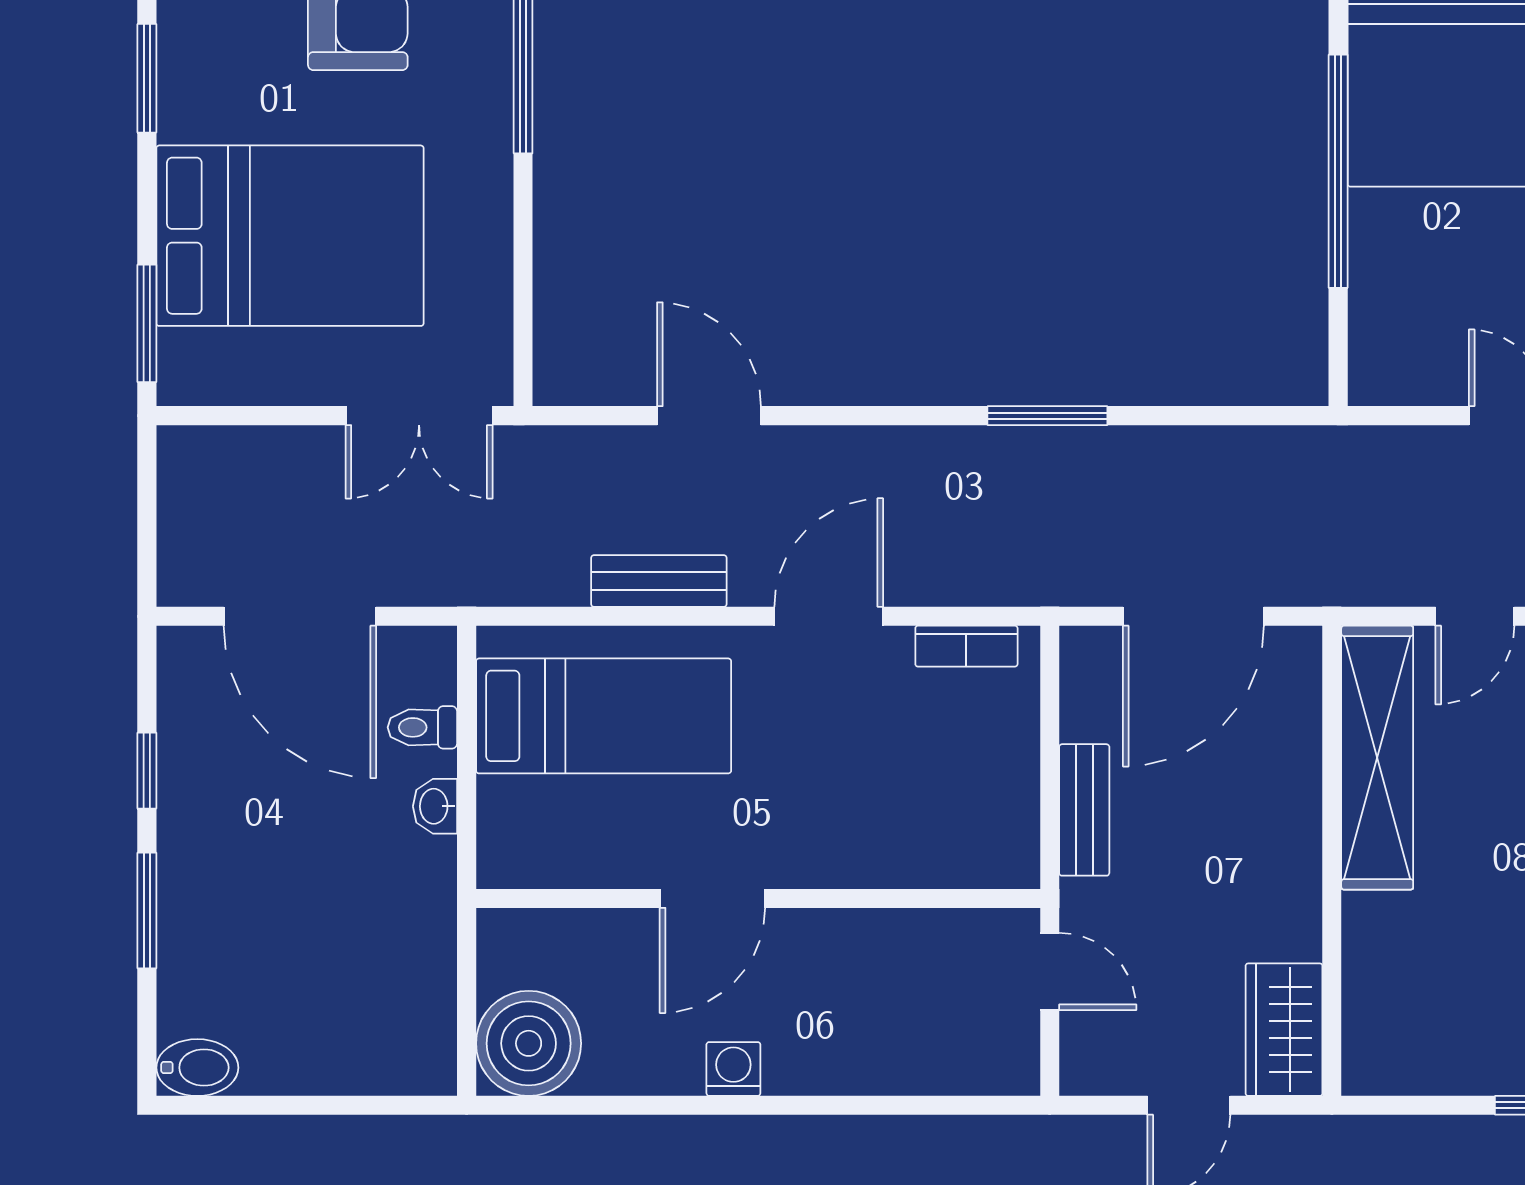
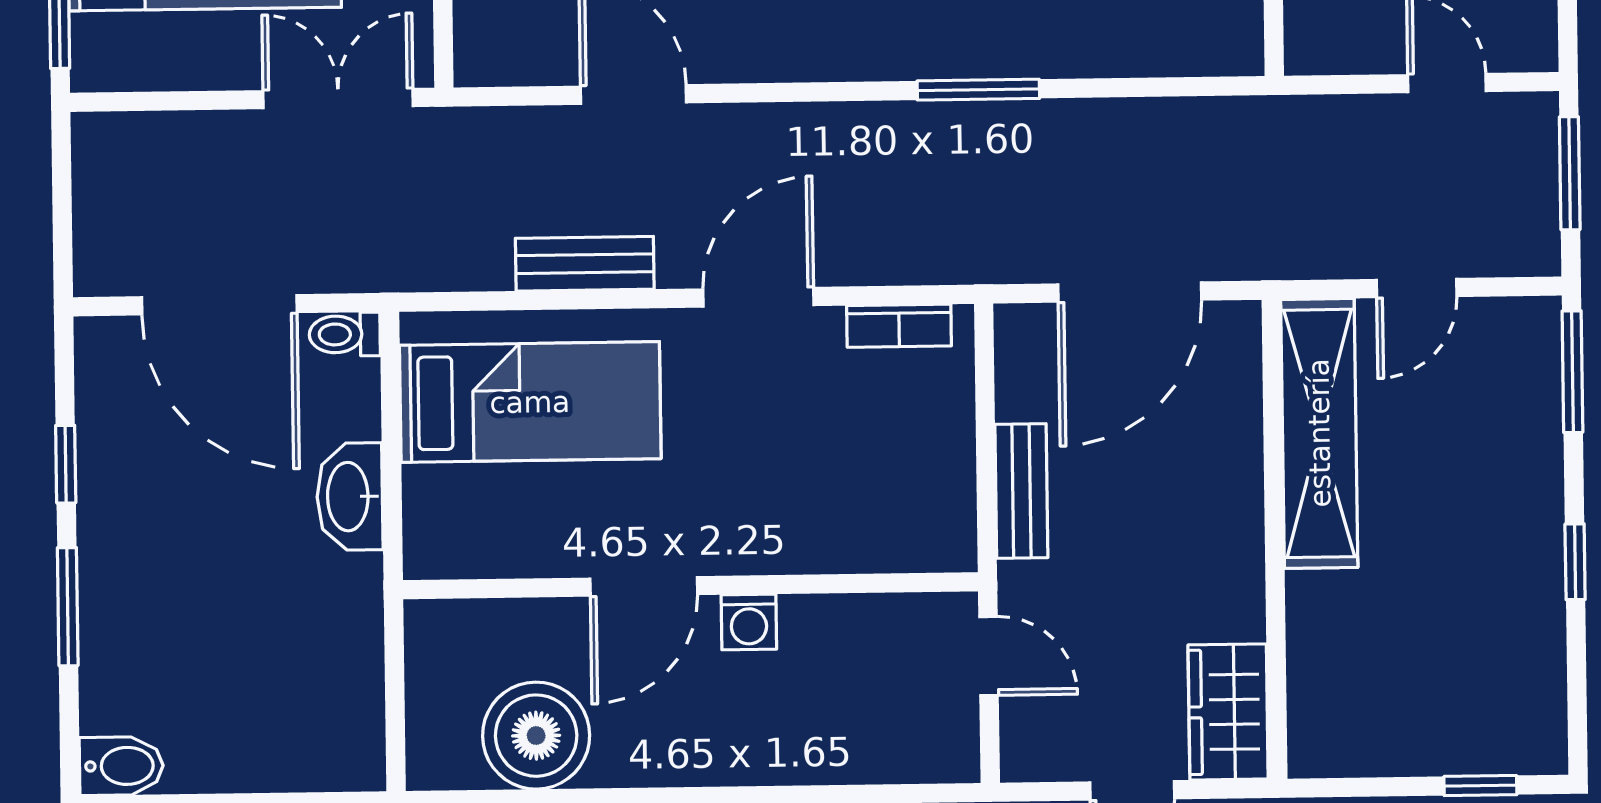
double door: (419, 416) -> (338, 99), swing flipped
toilet: (422, 727) -> (345, 334), moved
washbasin: (435, 806) -> (350, 497), width x1.91, depth x1.45
boiler: (529, 1043) -> (536, 736), moved
washing machine: (733, 1069) -> (749, 622), moved, turned 180

